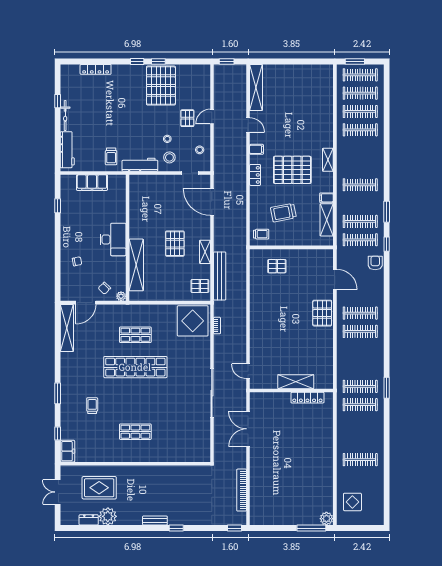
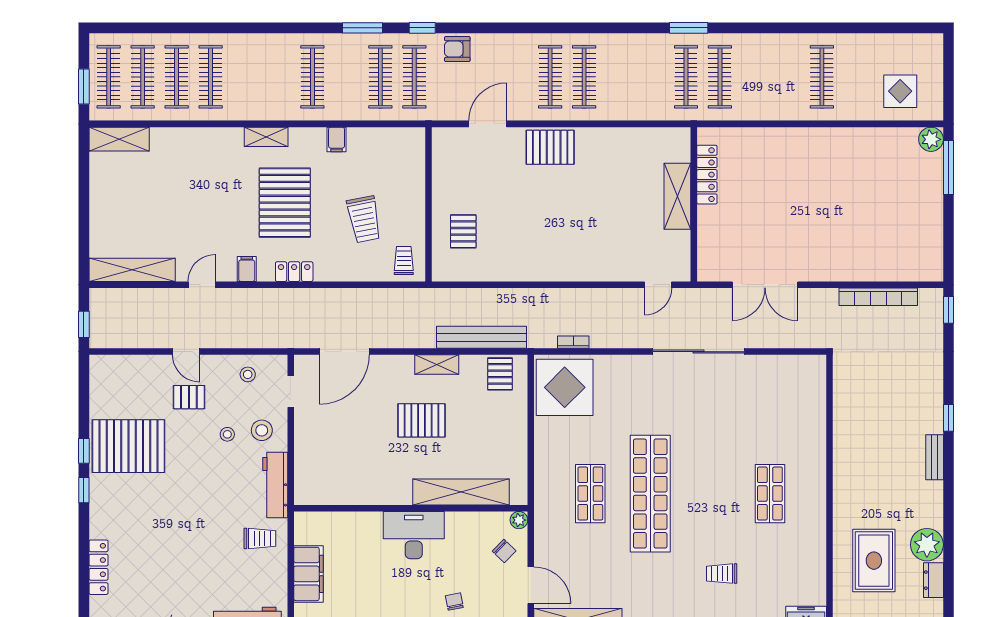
shelving: (327, 220) -> (119, 139), moved

